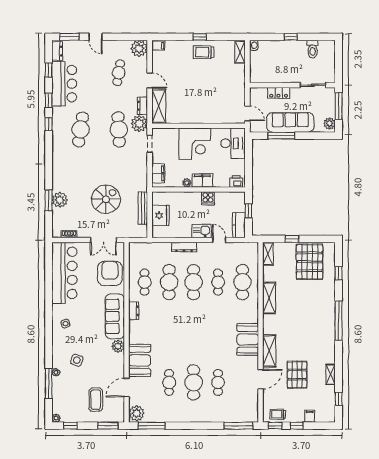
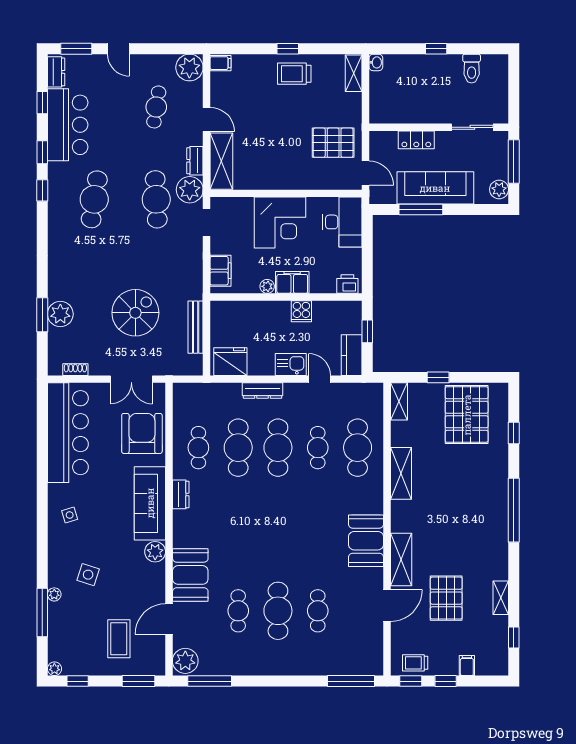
pallet: (227, 95) -> (333, 143), added
fridge: (160, 215) -> (230, 362), moved, turned -90

